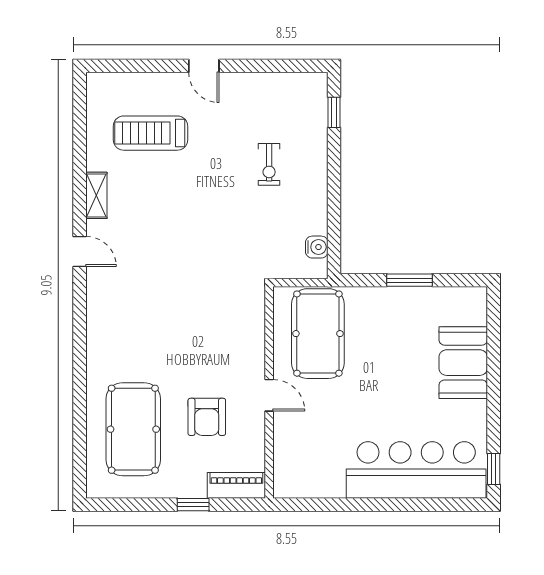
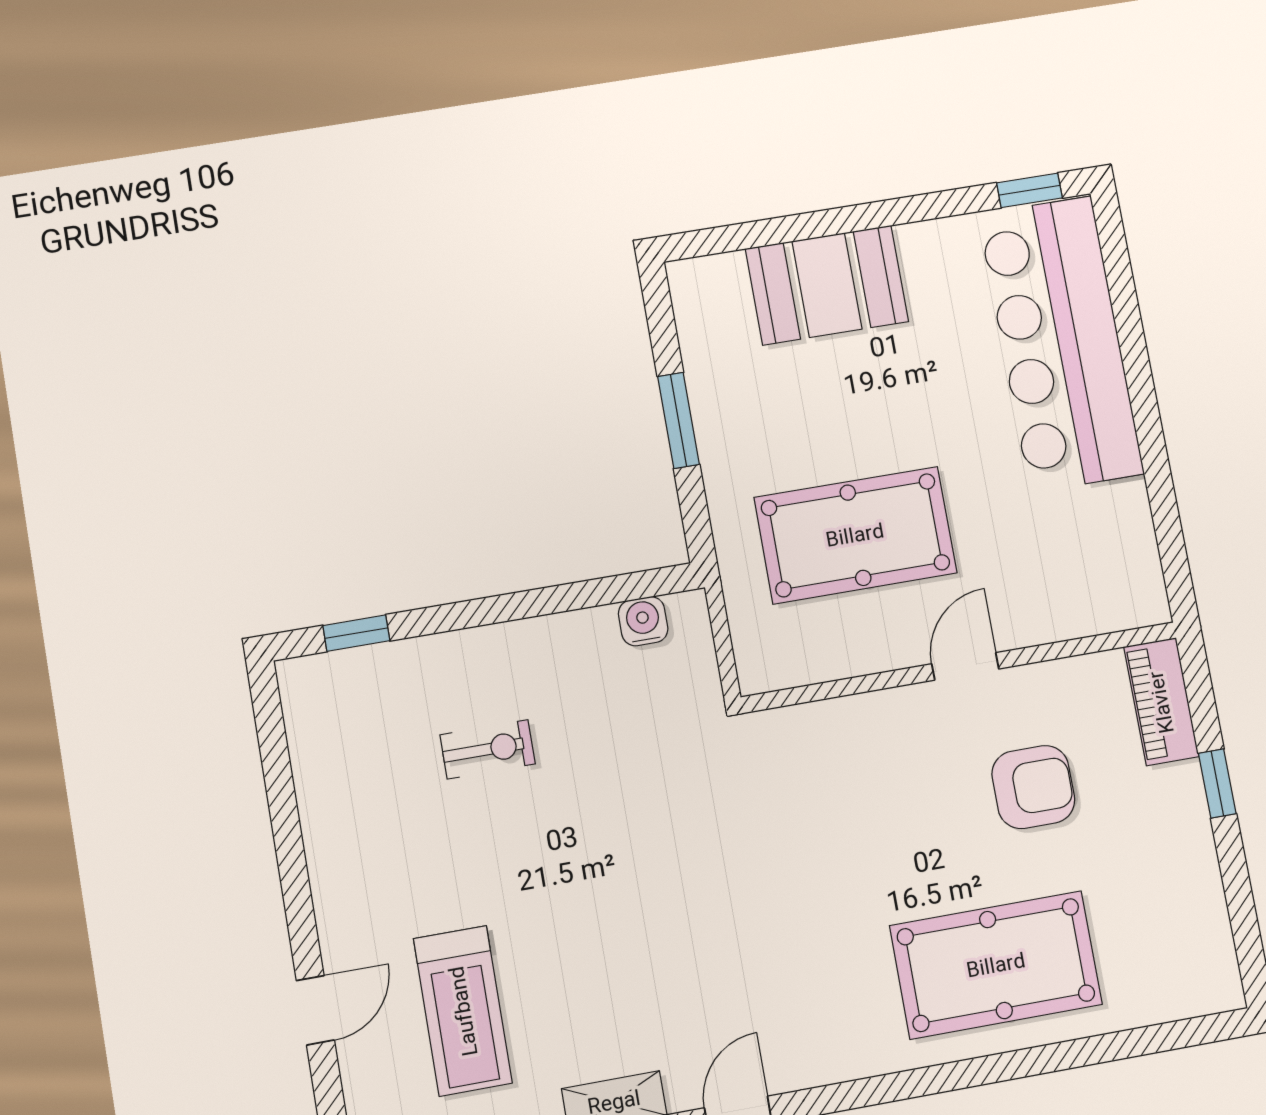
door: (204, 66) -> (315, 1010), moved
pool table: (318, 334) -> (855, 535), moved
pool table: (133, 429) -> (996, 965), moved

